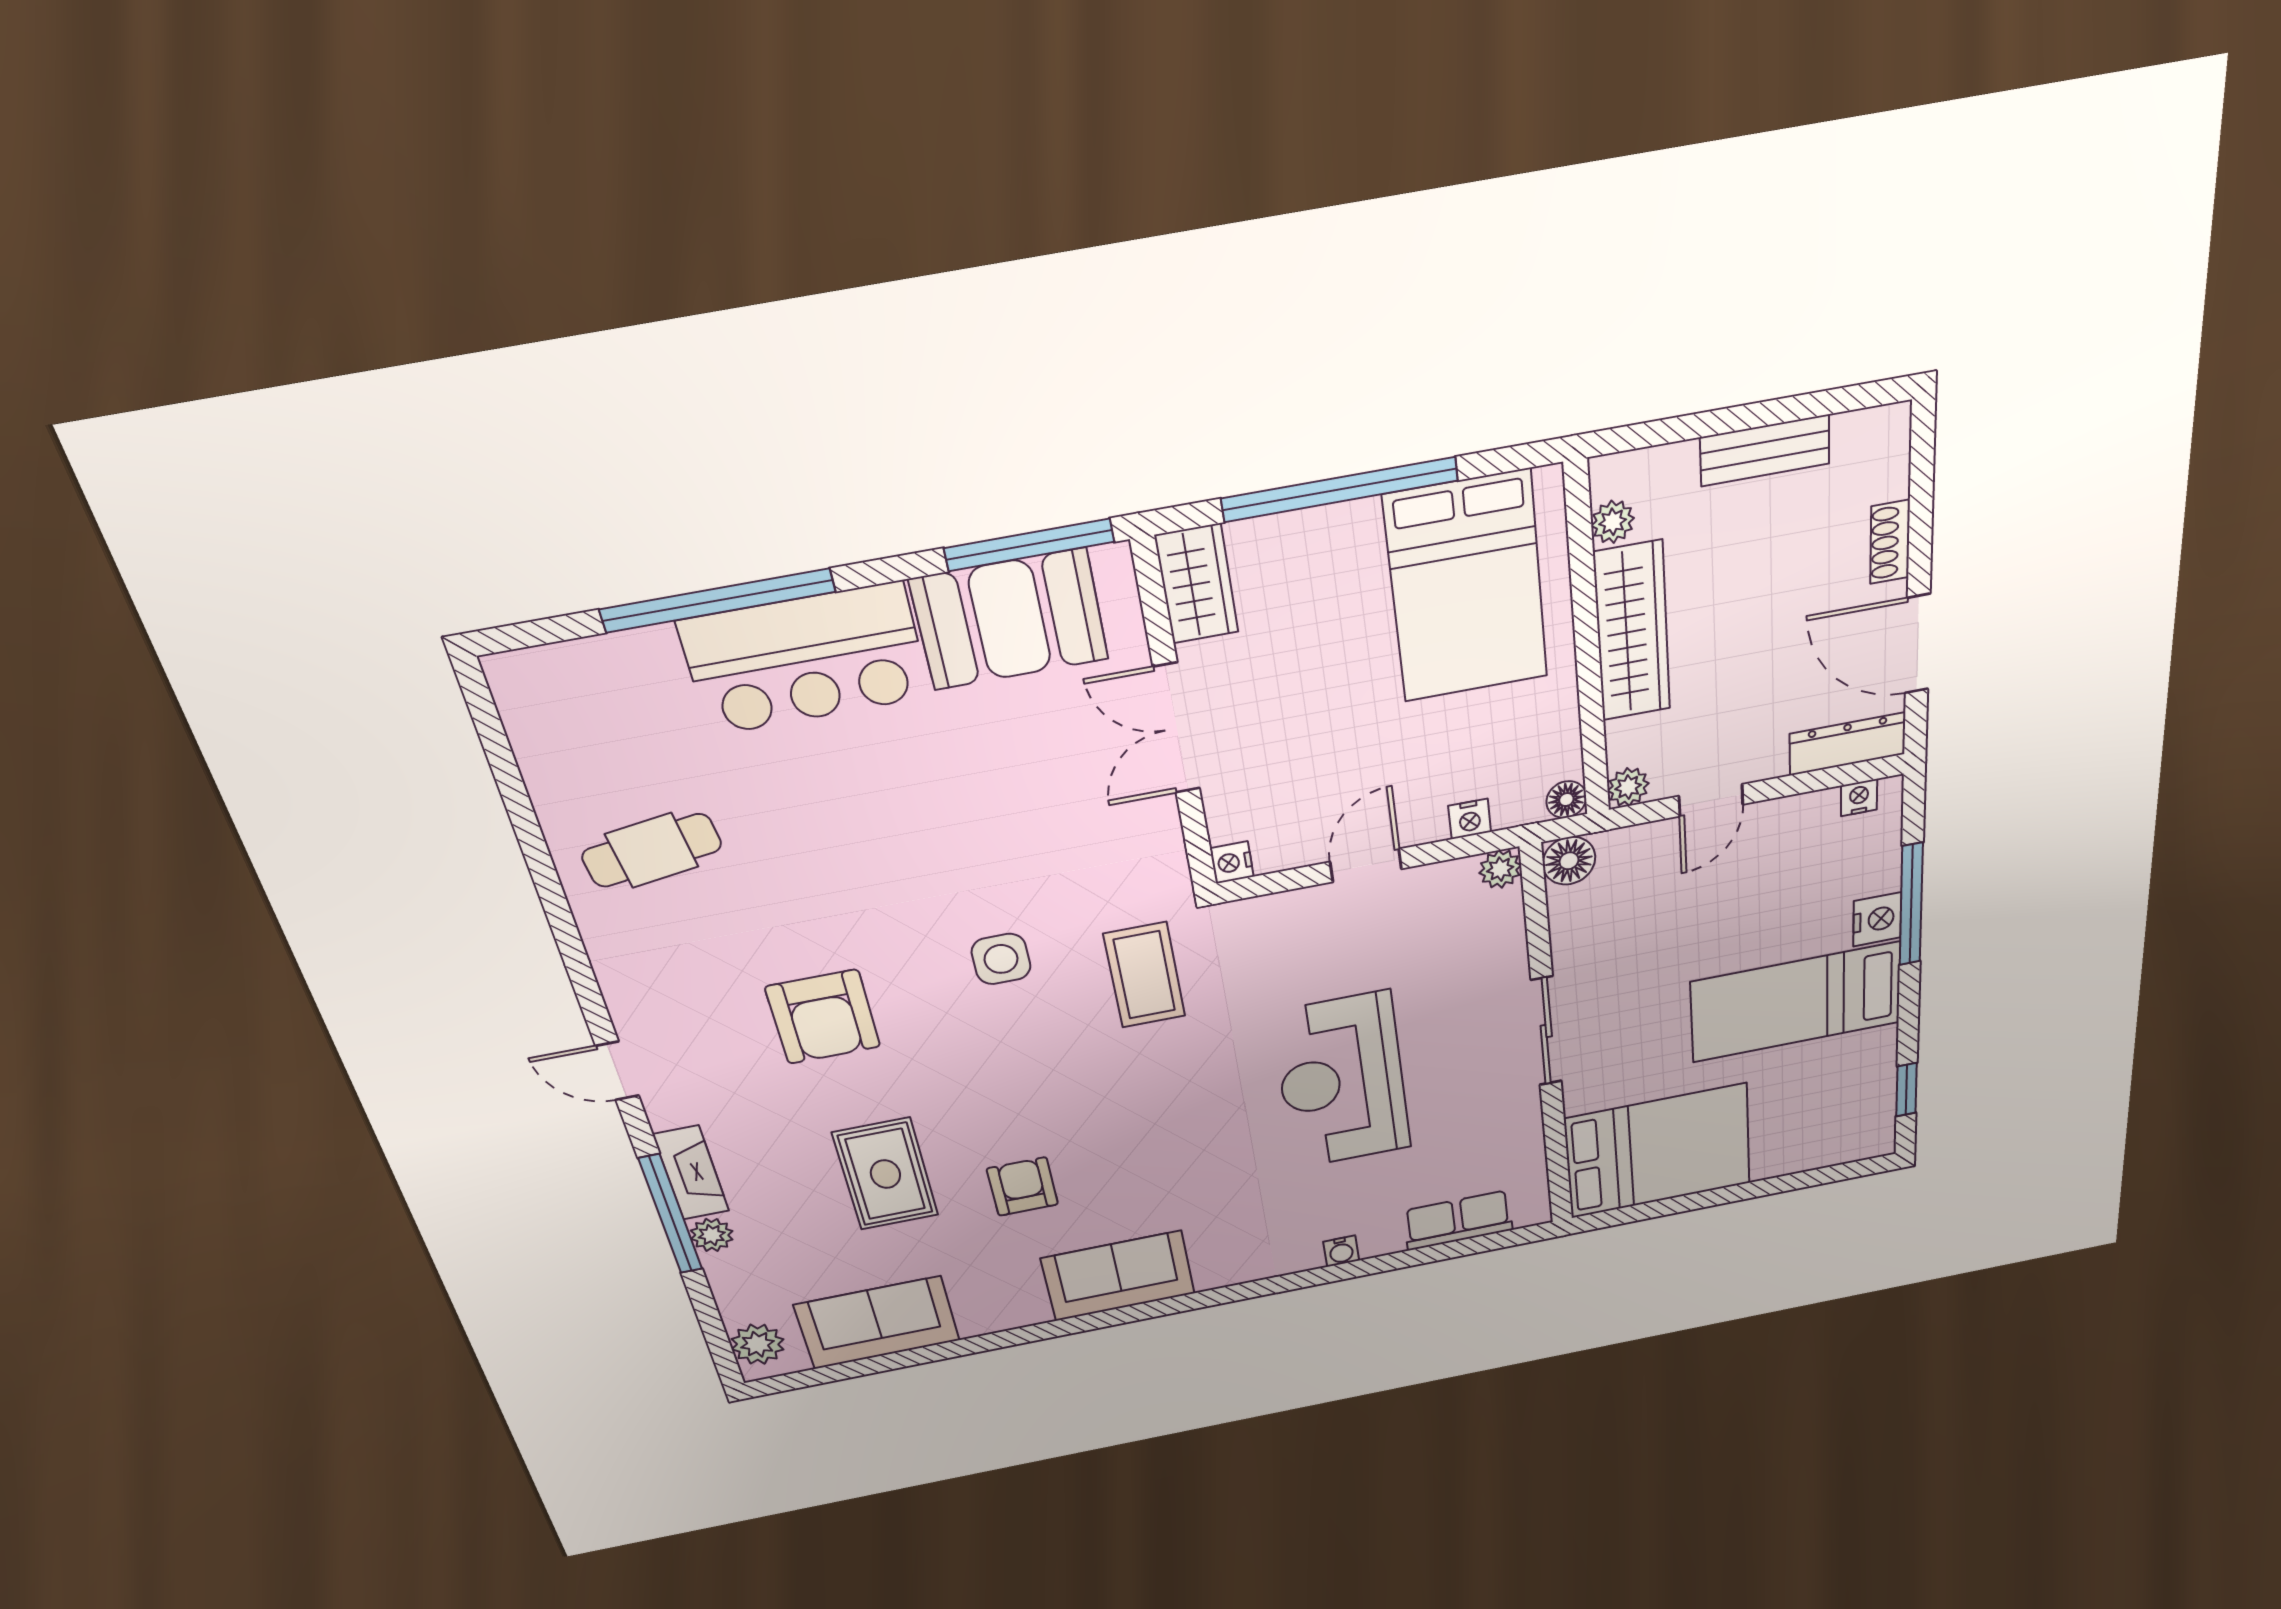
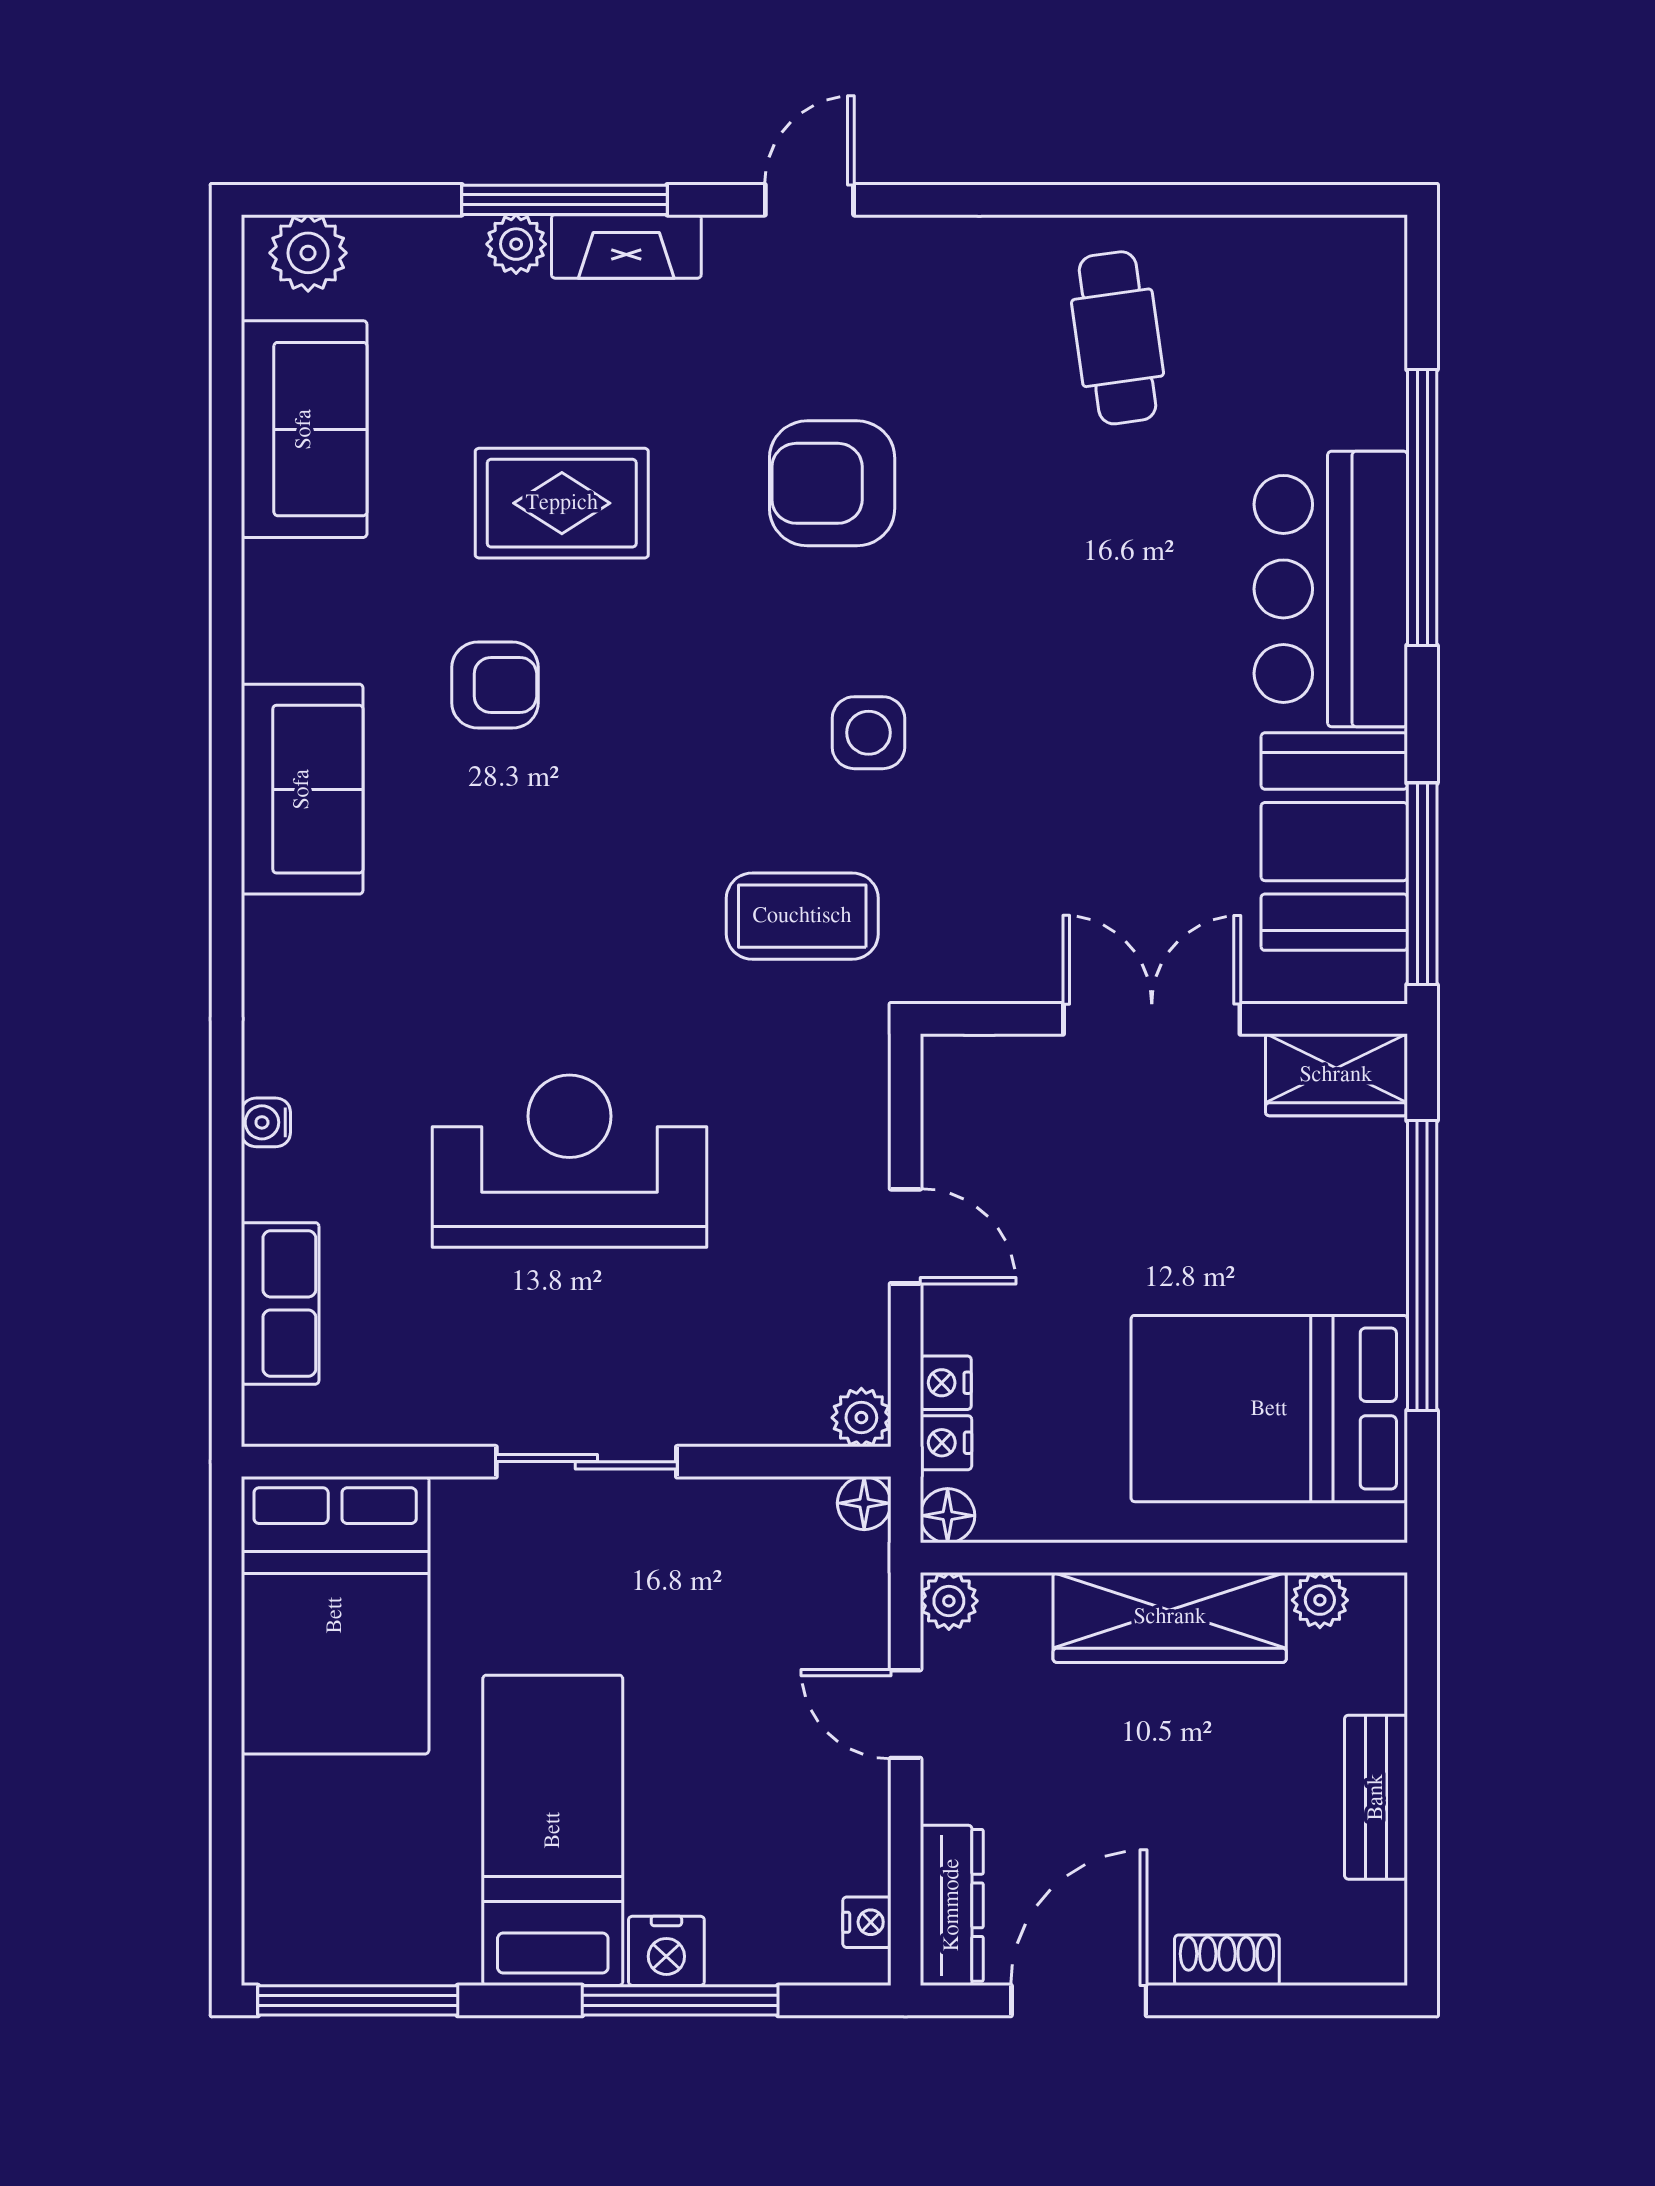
floor lamp: (1569, 861) -> (864, 1503), width x0.73, depth x0.73
nightstand: (1232, 862) -> (946, 1443), moved, turned -90
window: (1907, 1090) -> (358, 2000), width x2.17

